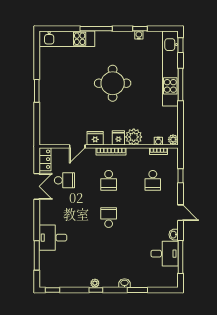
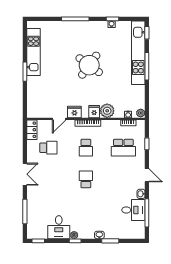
kitchen unit: (67, 39) -> (33, 52), moved, turned -90
round table: (113, 83) -> (89, 65), turned 36
school desk: (153, 180) -> (123, 148), width x1.85
double door: (37, 186) -> (25, 174), moved
desk: (53, 238) -> (59, 227), moved, turned -90

